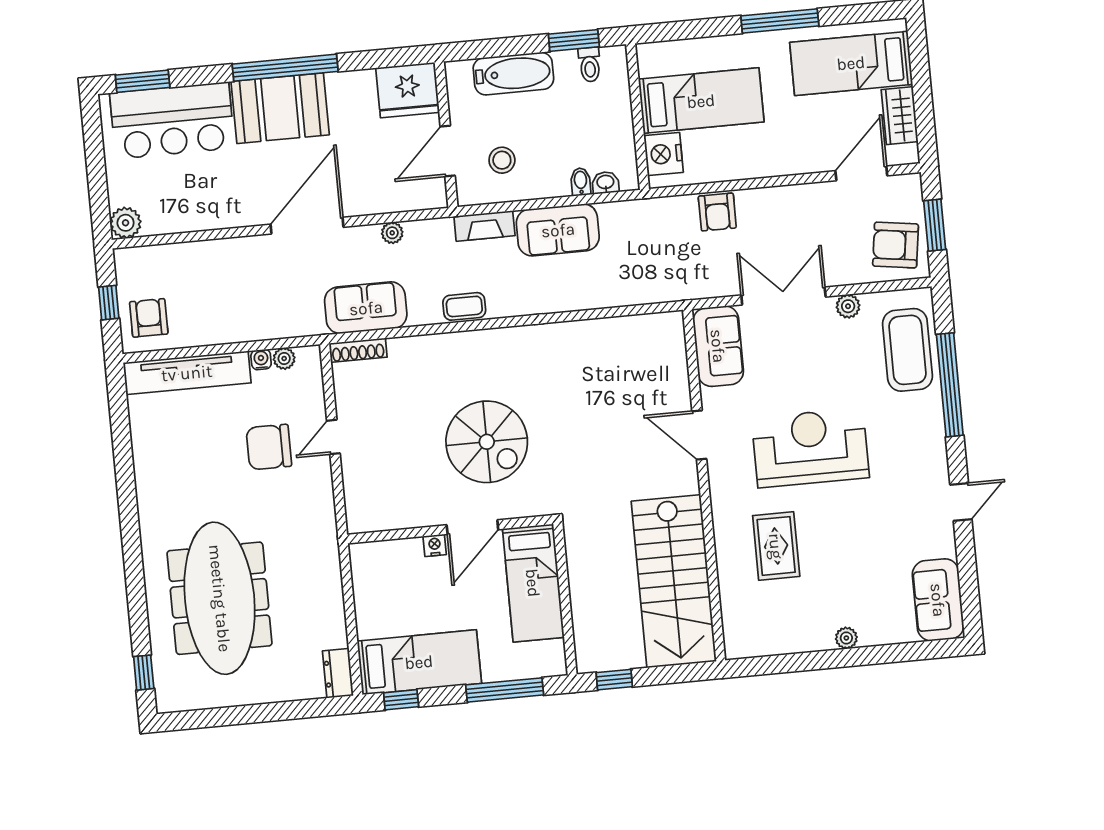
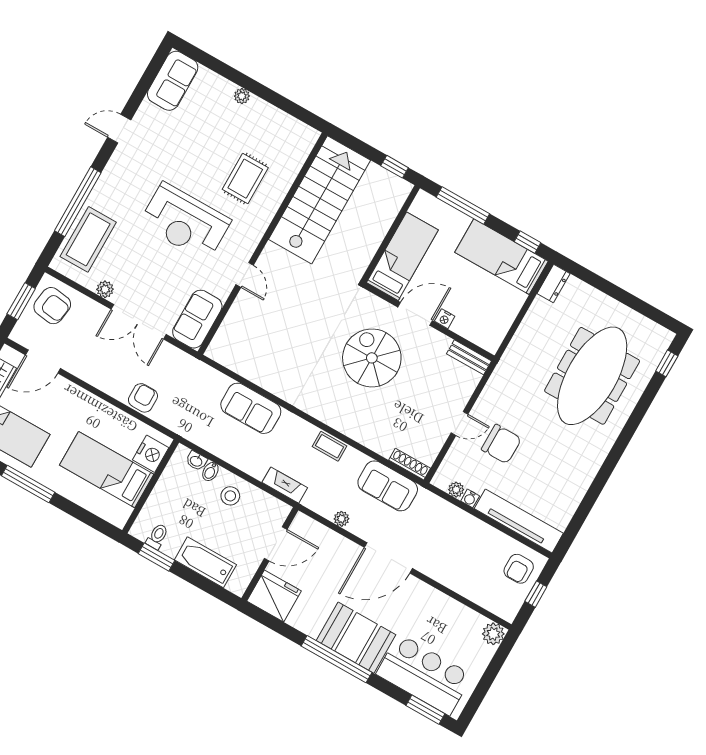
stool: (502, 160) -> (230, 496), moved
sofa: (558, 230) -> (251, 408), moved, turned 180
door: (699, 435) -> (245, 275), width x0.73
bench: (376, 521) -> (469, 357), added

